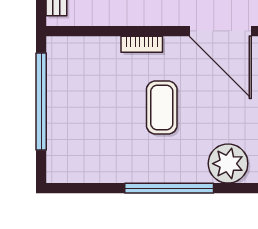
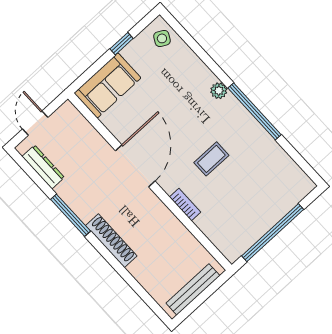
coffee table: (162, 108) -> (211, 159), width x0.73, depth x0.77
plant: (228, 164) -> (219, 91), width x0.53, depth x0.53

